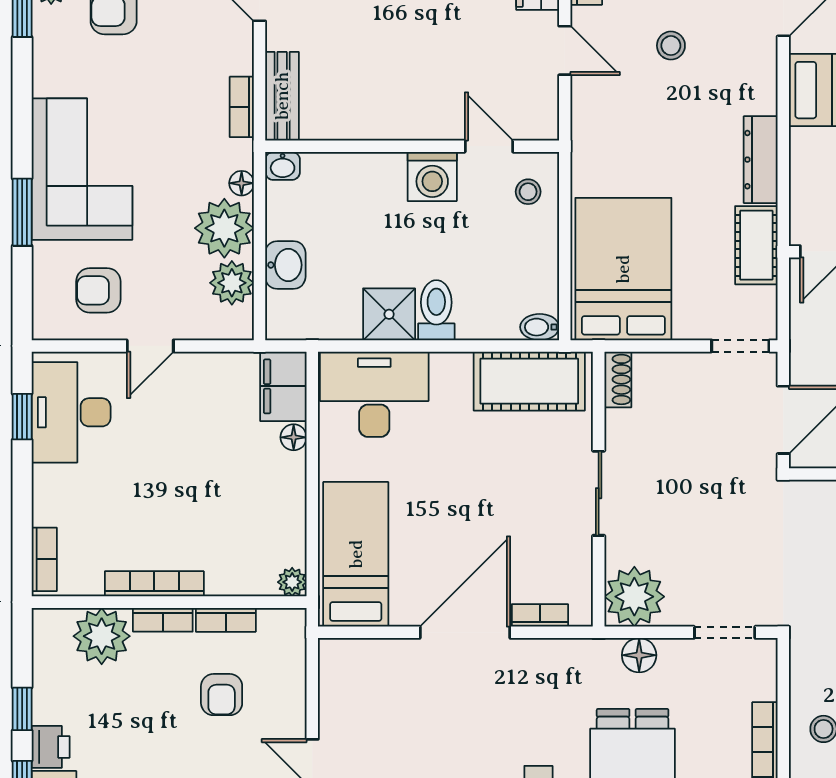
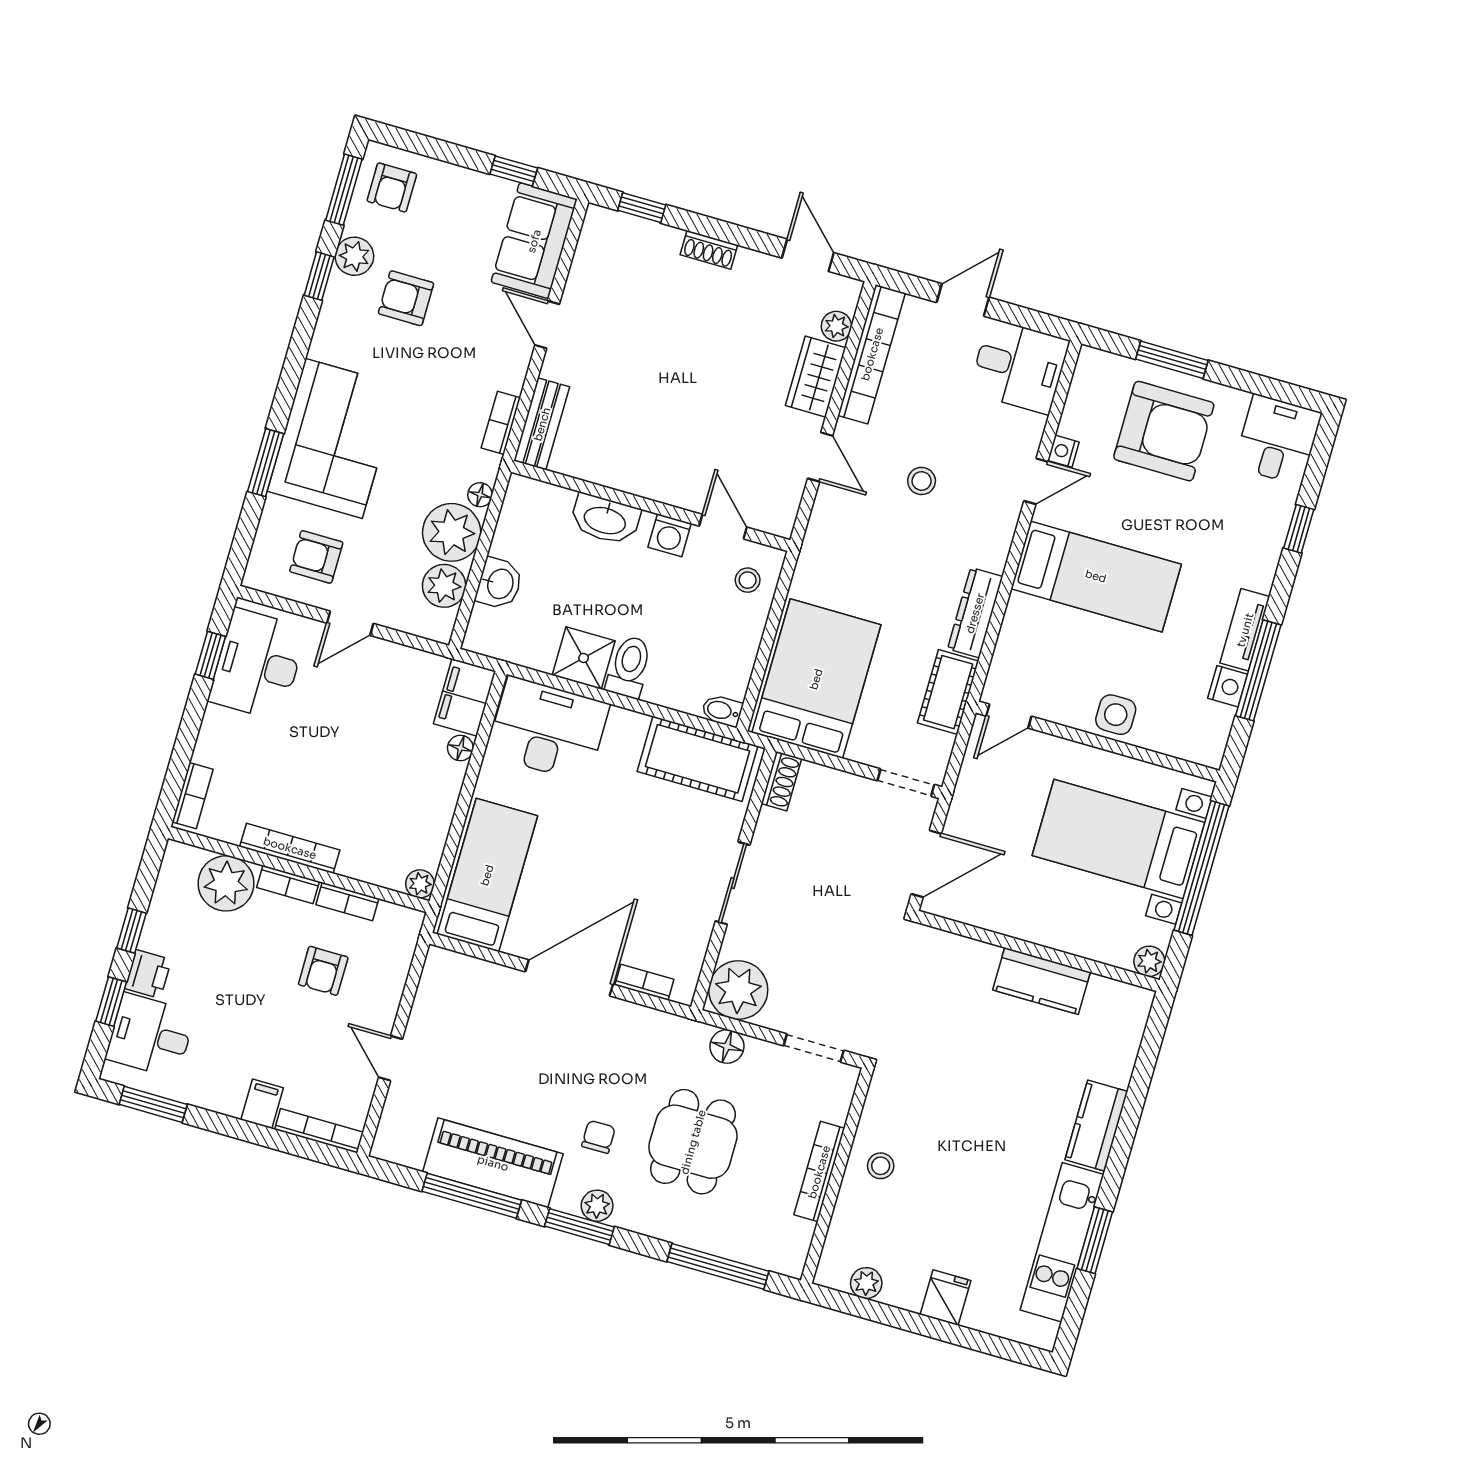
washbasin: (283, 166) -> (605, 519), moved, width x1.91, depth x1.45
washing machine: (432, 176) -> (670, 535), width x0.73, depth x0.73

